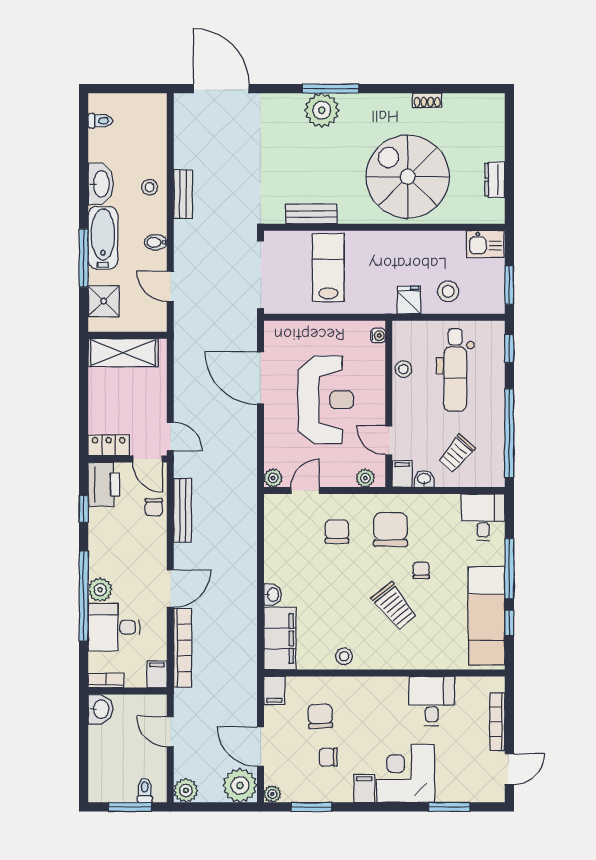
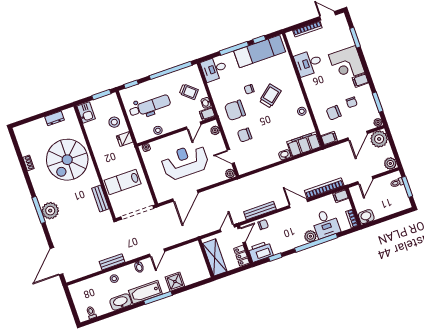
wall: (128, 335) -> (206, 258), moved
shelving: (123, 353) -> (215, 257), moved

